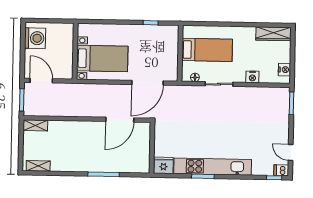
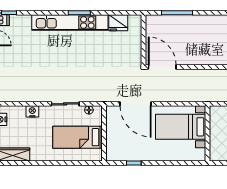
door: (147, 83) -> (136, 104), swing flipped
door: (120, 120) -> (162, 67), hinge flipped
wall: (152, 148) -> (143, 40), moved

